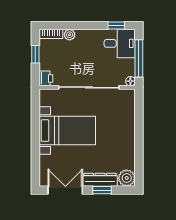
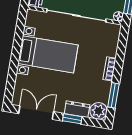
bookcase: (131, 135) -> (109, 69), added
window: (139, 160) -> (113, 95), added
dresser: (100, 180) -> (77, 109), width x0.70

